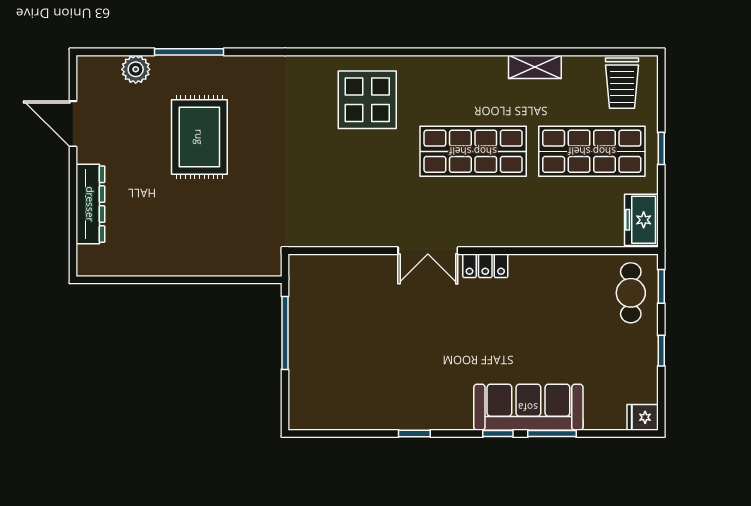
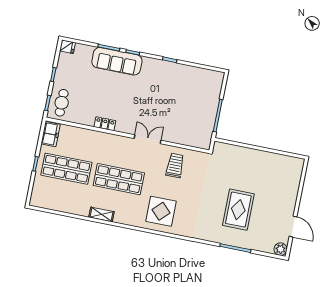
shelving: (535, 67) -> (101, 214), moved
plant: (136, 69) -> (281, 249), moved
trolley: (622, 83) -> (175, 165), moved
dresser: (90, 204) -> (292, 190), removed
locker: (485, 266) -> (105, 124), moved

